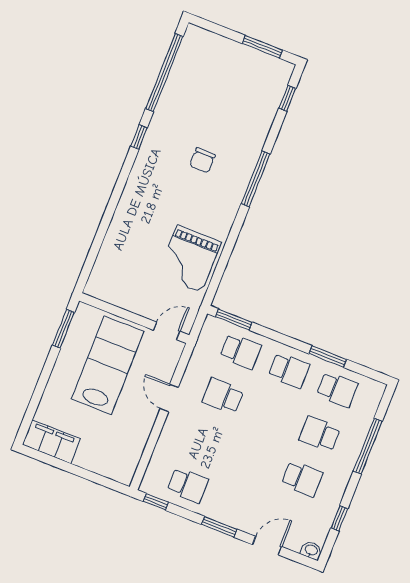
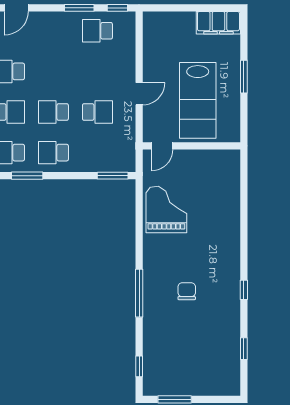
window: (164, 72) -> (244, 349), width x0.32
window: (63, 329) -> (244, 77), moved
school desk: (241, 351) -> (53, 112), moved
door: (169, 398) -> (139, 94), hinge flipped
window: (219, 527) -> (79, 8), moved

